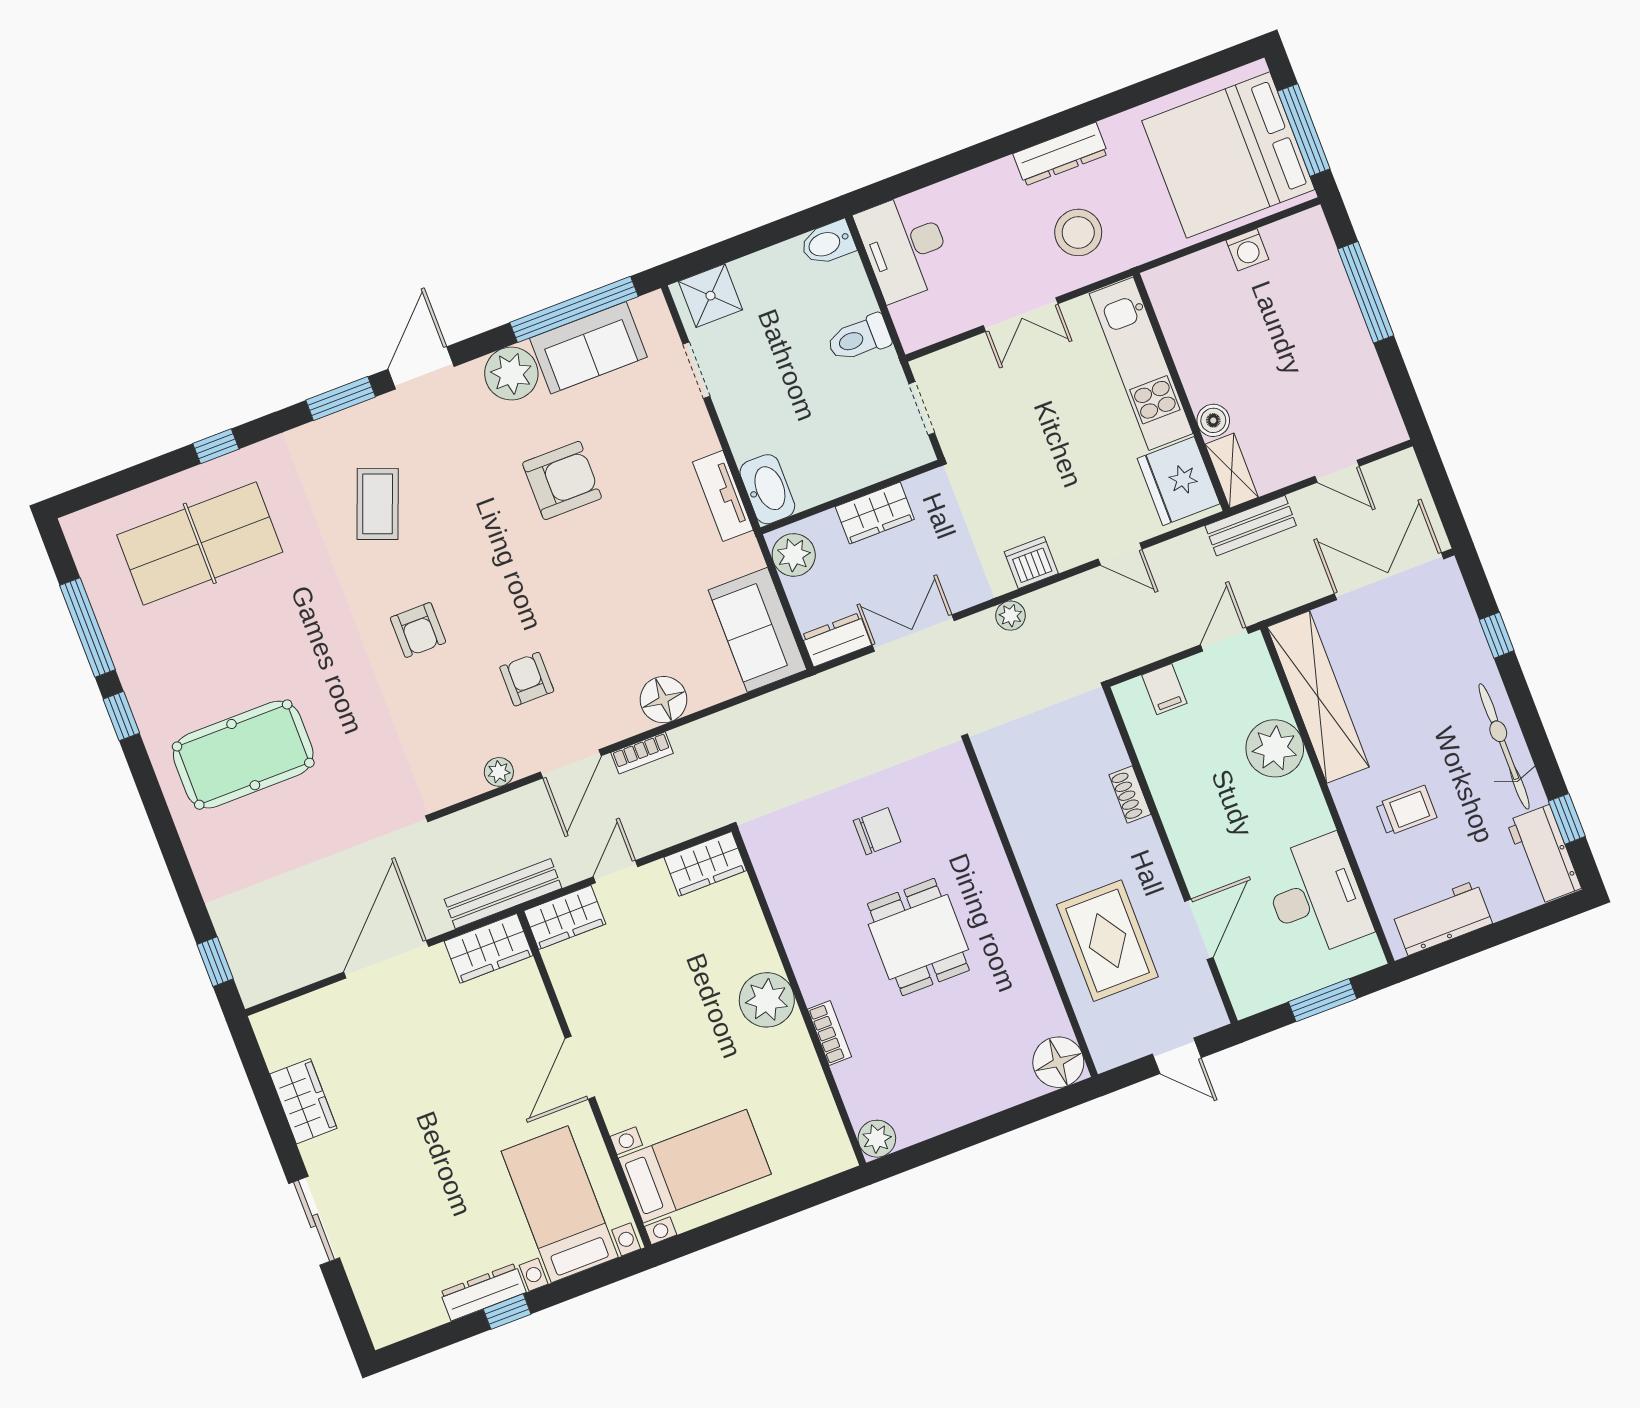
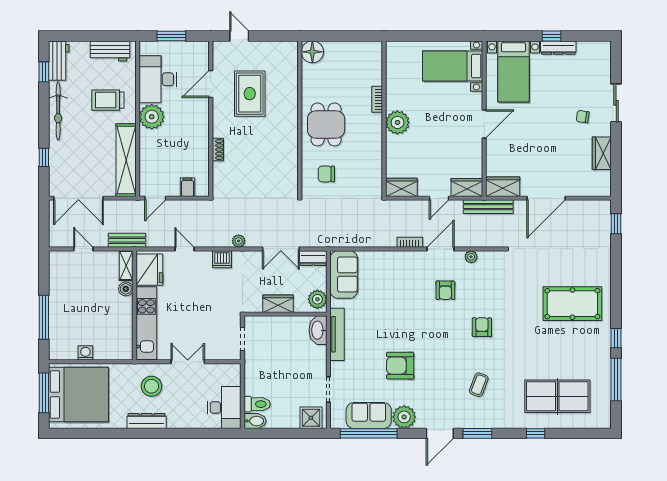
toilet: (859, 338) -> (257, 404), moved
tv unit: (723, 496) -> (337, 334), width x1.41
coffee table: (378, 504) -> (479, 385), width x0.73, depth x0.77
floor lamp: (664, 700) -> (393, 261), removed
plant: (1275, 748) -> (152, 117), moved
trolley: (1406, 811) -> (108, 100), width x1.36, depth x1.39
wall: (1031, 908) -> (300, 119), moved
floor lamp: (1058, 1062) -> (312, 52), moved
plant: (877, 1139) -> (374, 49), removed
chair: (374, 1164) -> (583, 117), added

